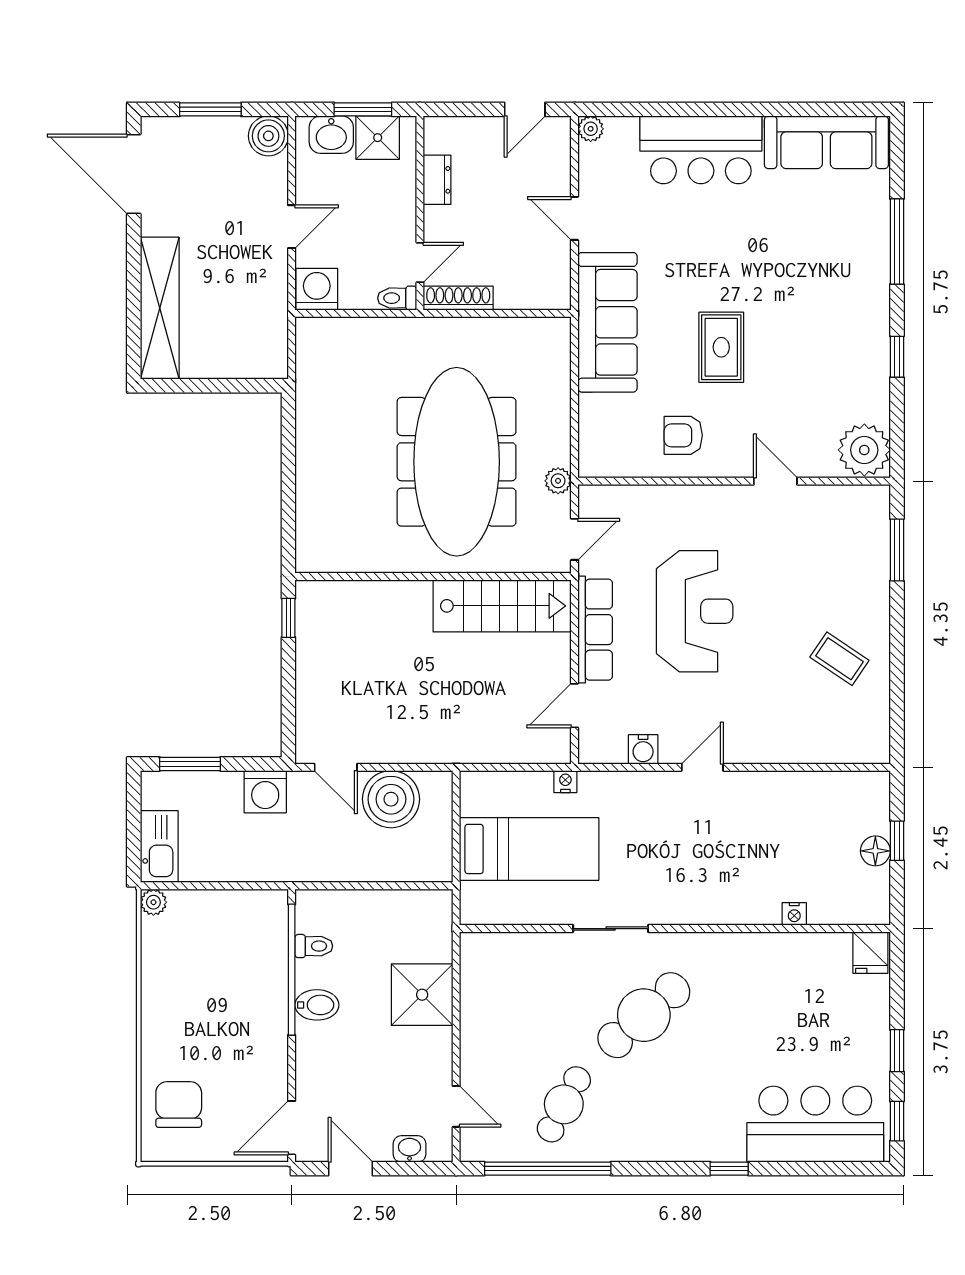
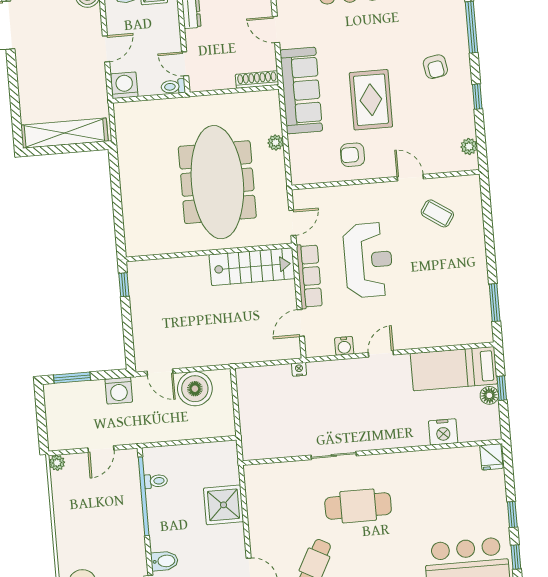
door: (420, 262) -> (185, 64), swing flipped
shoe rack: (458, 298) -> (257, 80), moved
armchair: (832, 302) -> (435, 67), added
shelving: (160, 308) -> (64, 133), moved, turned 90
rug: (721, 347) -> (371, 100), width x1.36, depth x1.43
plant: (864, 450) -> (469, 146), width x0.53, depth x0.53
plant: (558, 481) -> (276, 143), moved
window: (897, 550) -> (495, 303), moved
coffee table: (839, 659) -> (437, 213), moved
kitchen sink: (159, 847) -> (58, 429), removed
bed: (529, 849) -> (454, 369), moved, turned 180
door: (228, 886) -> (101, 449), added
nightstand: (794, 914) -> (443, 432), width x1.89, depth x1.79
bidet: (317, 1005) -> (164, 561), moved
cafe table: (644, 1015) -> (358, 506), turned 41

